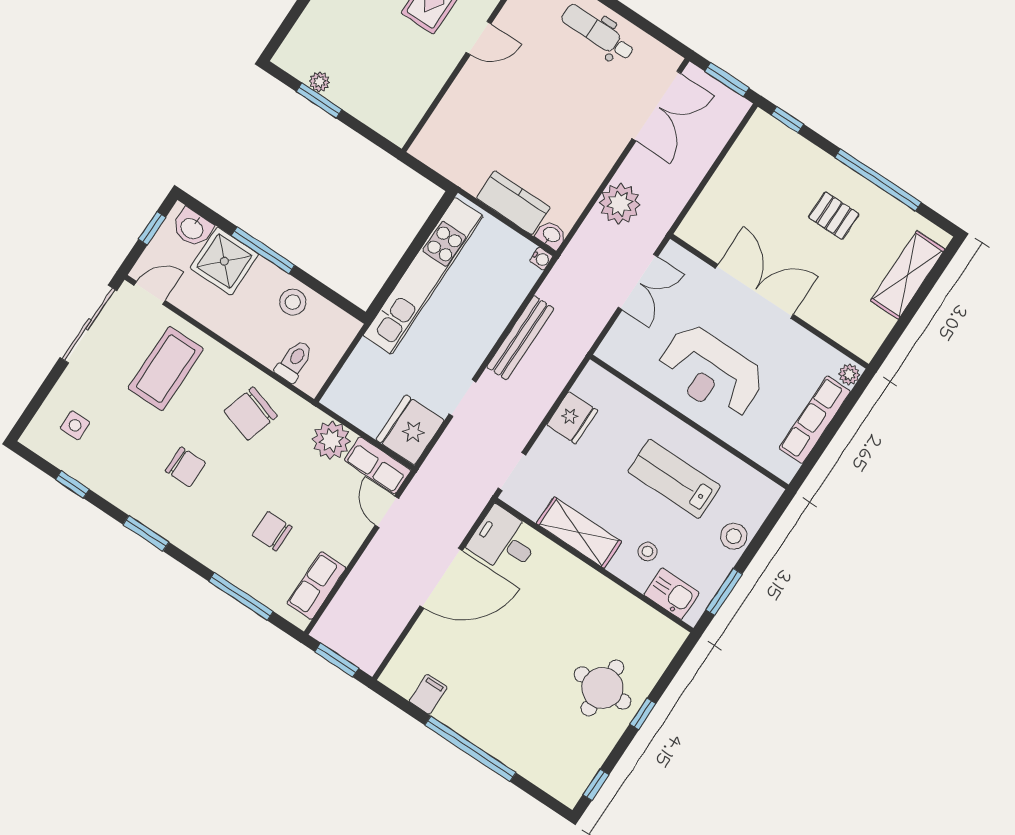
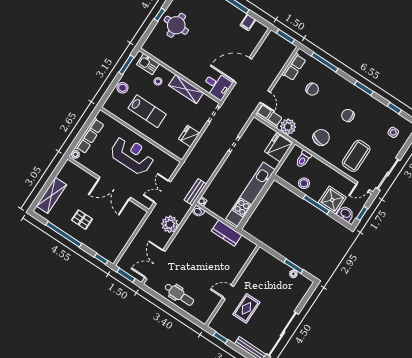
kitchen counter: (513, 203) -> (227, 233), moved
bench: (520, 338) -> (195, 192), moved, width x0.73
fridge: (410, 430) -> (278, 147), moved, turned 180

